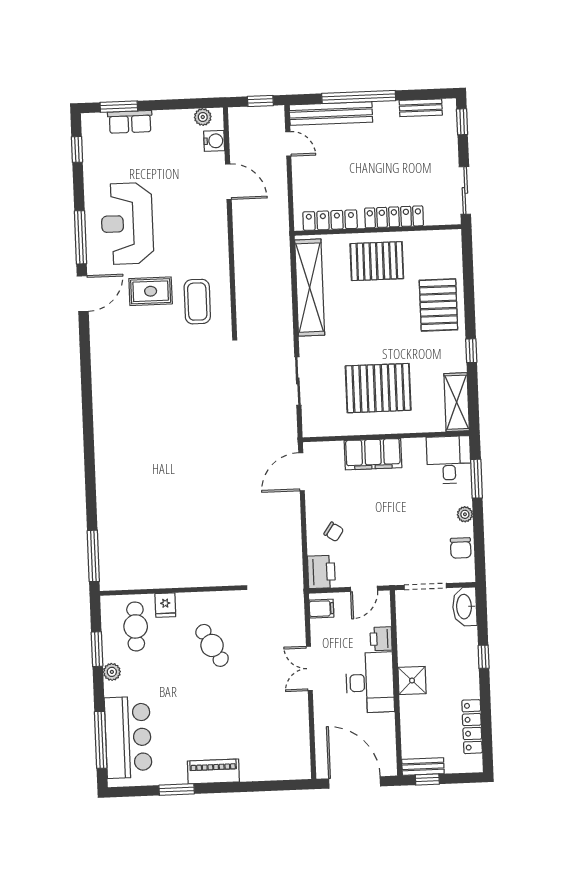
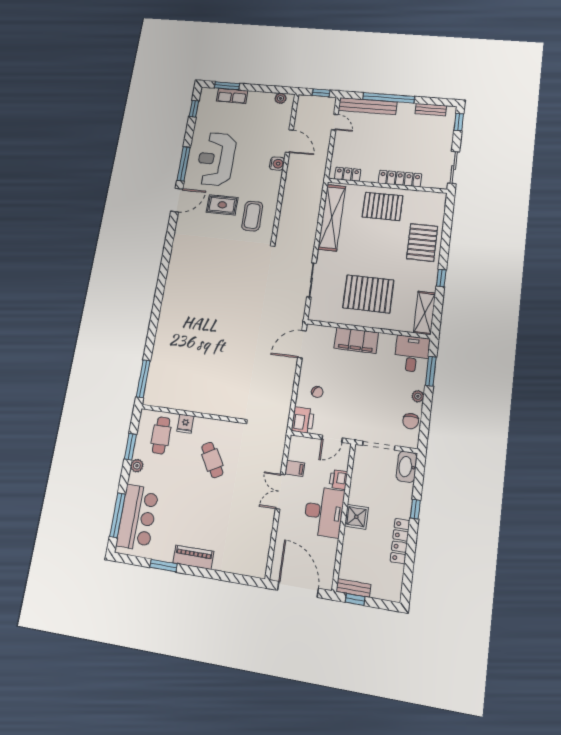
water cooler: (214, 141) -> (277, 164), moved
locker: (330, 220) -> (348, 174), width x0.66
filing cabinet: (321, 609) -> (295, 468), moved
locker: (472, 727) -> (400, 541), moved

